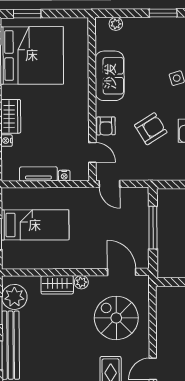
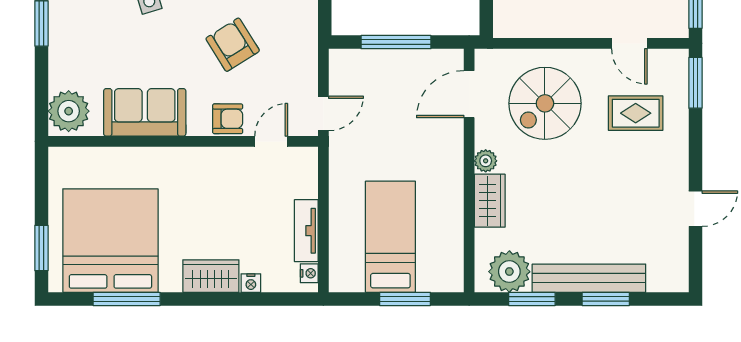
plant: (116, 24) -> (69, 111), width x1.88, depth x1.88
nightstand: (64, 176) -> (309, 273), moved

